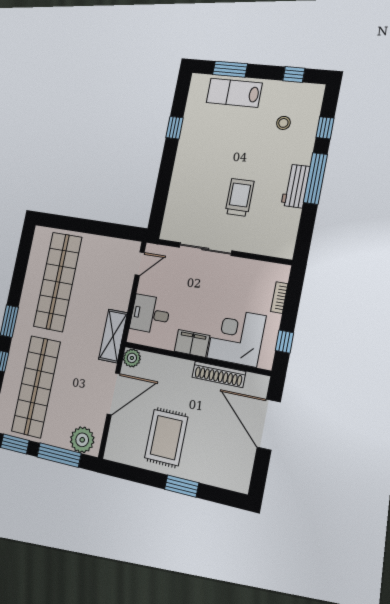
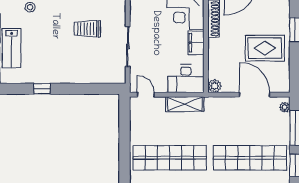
desk: (150, 314) -> (186, 79), width x1.37
shelving: (113, 336) -> (185, 104), moved
door: (113, 394) -> (255, 95), moved
plant: (82, 440) -> (285, 107), width x0.53, depth x0.53

